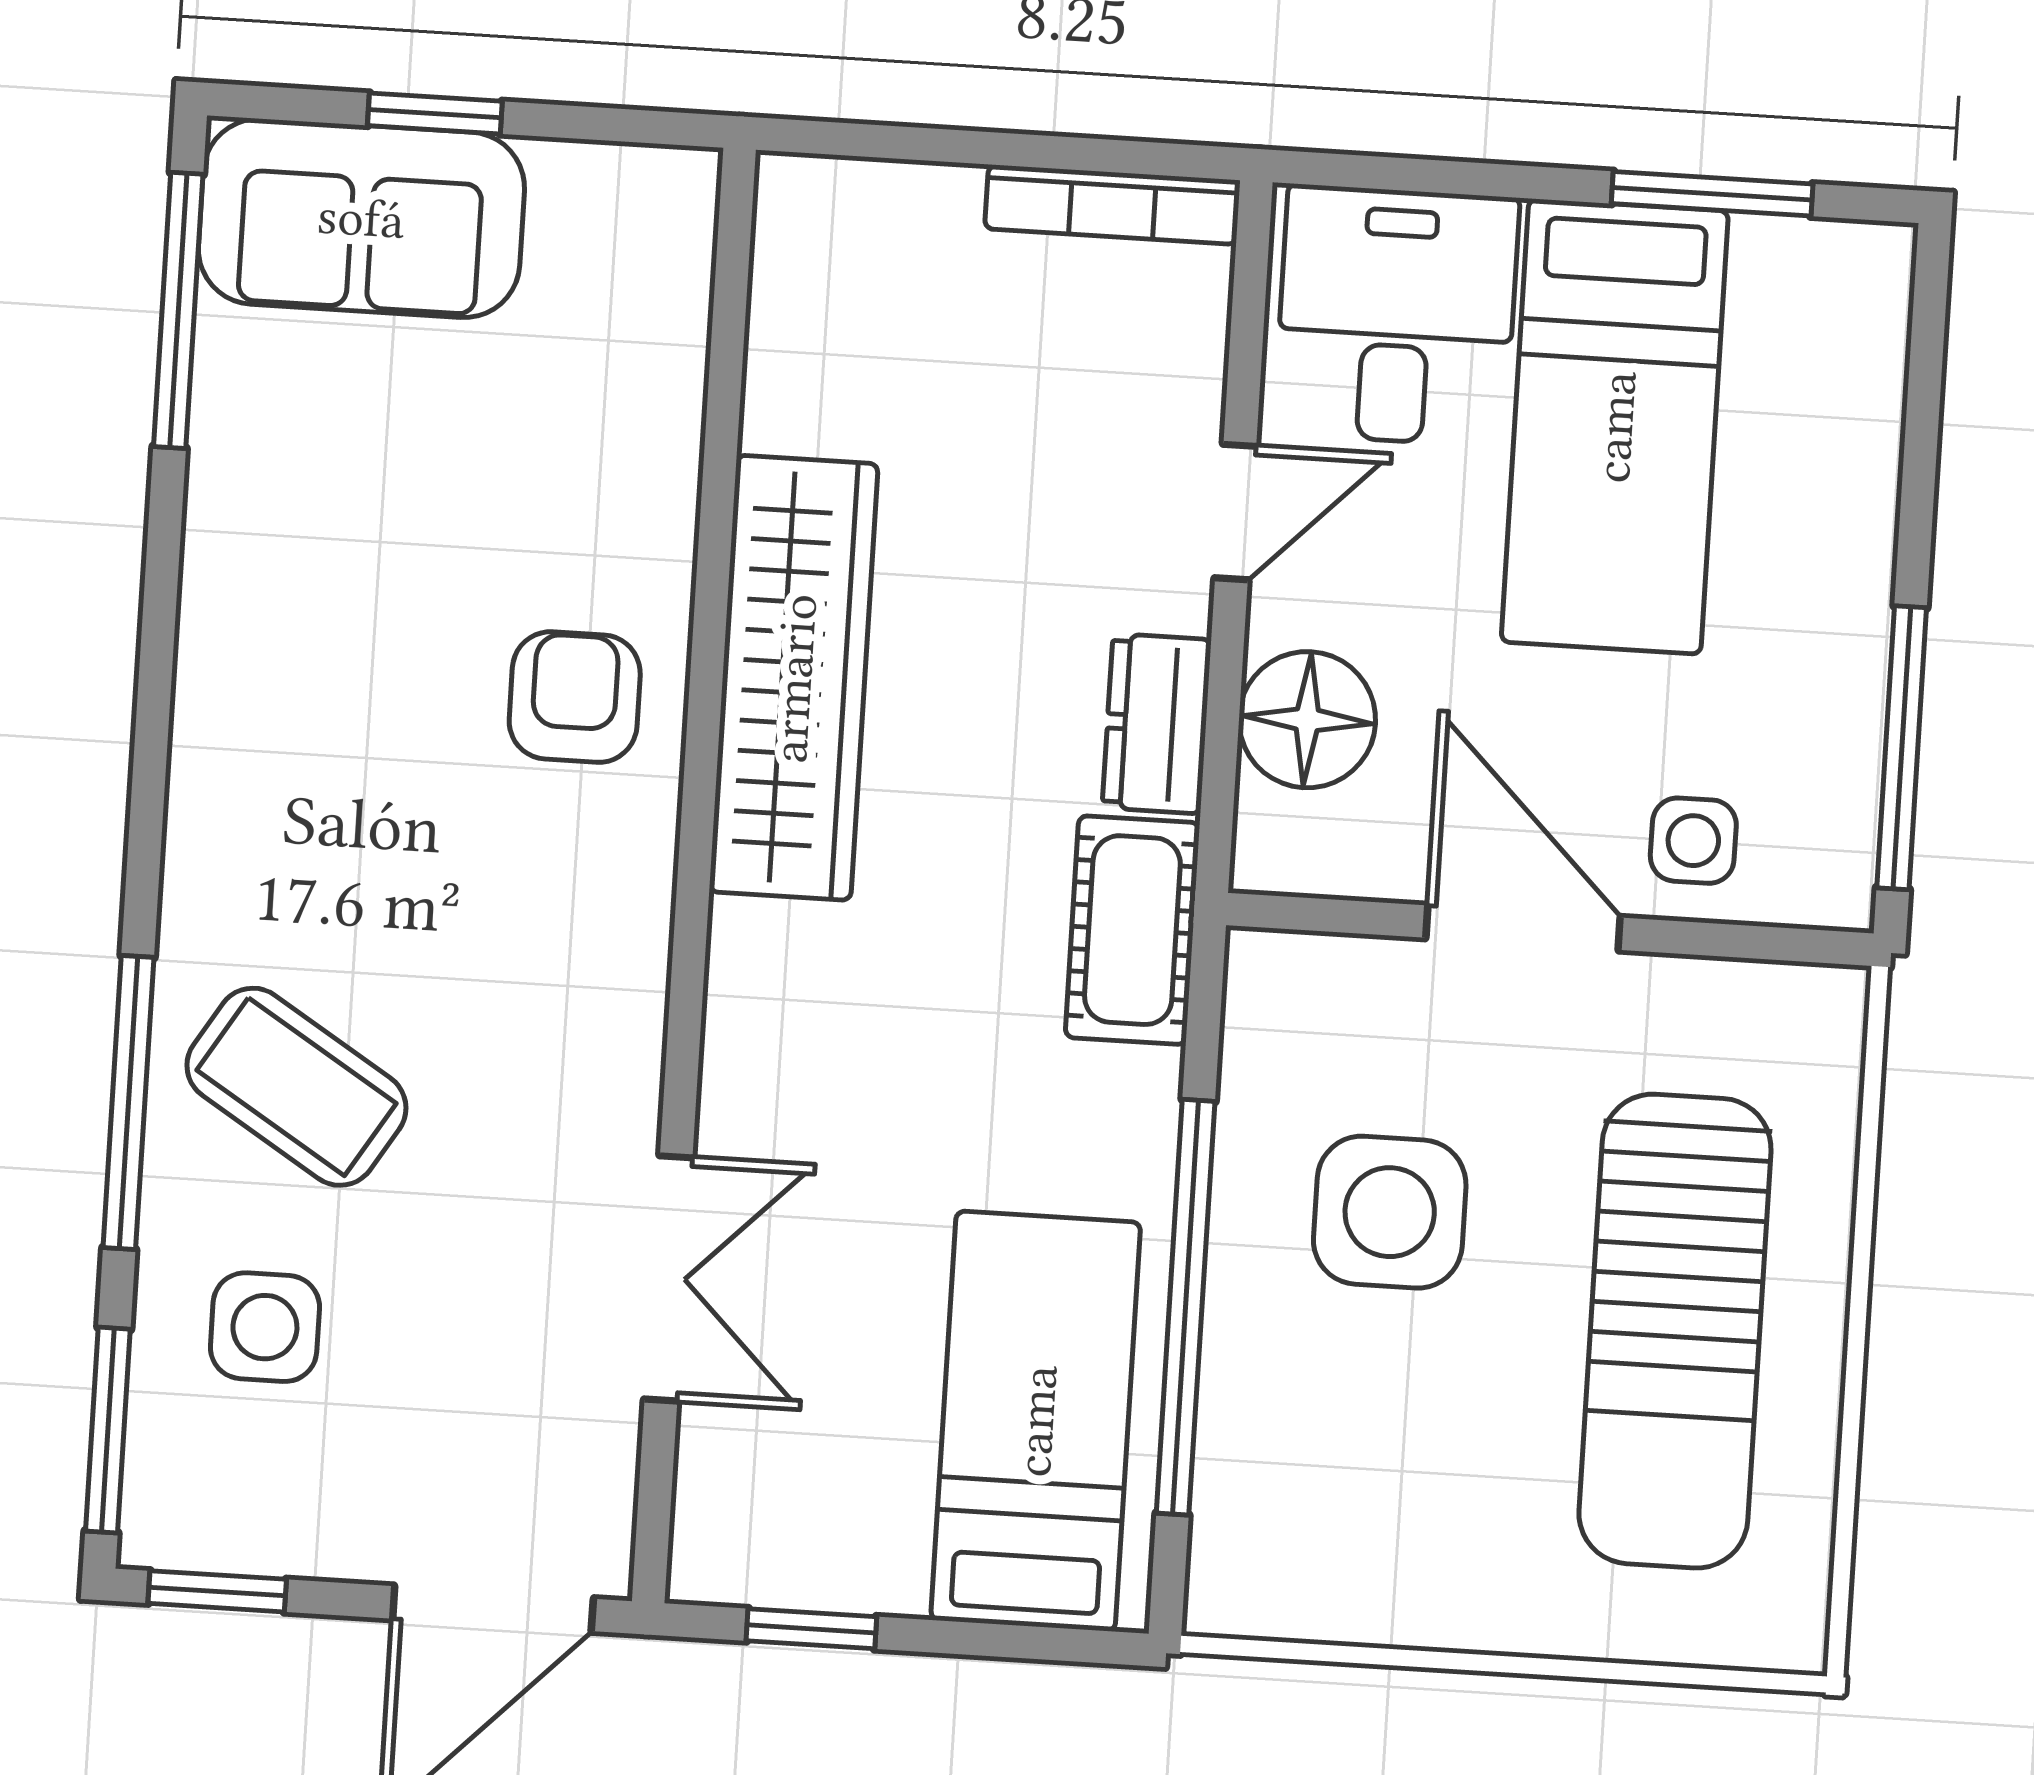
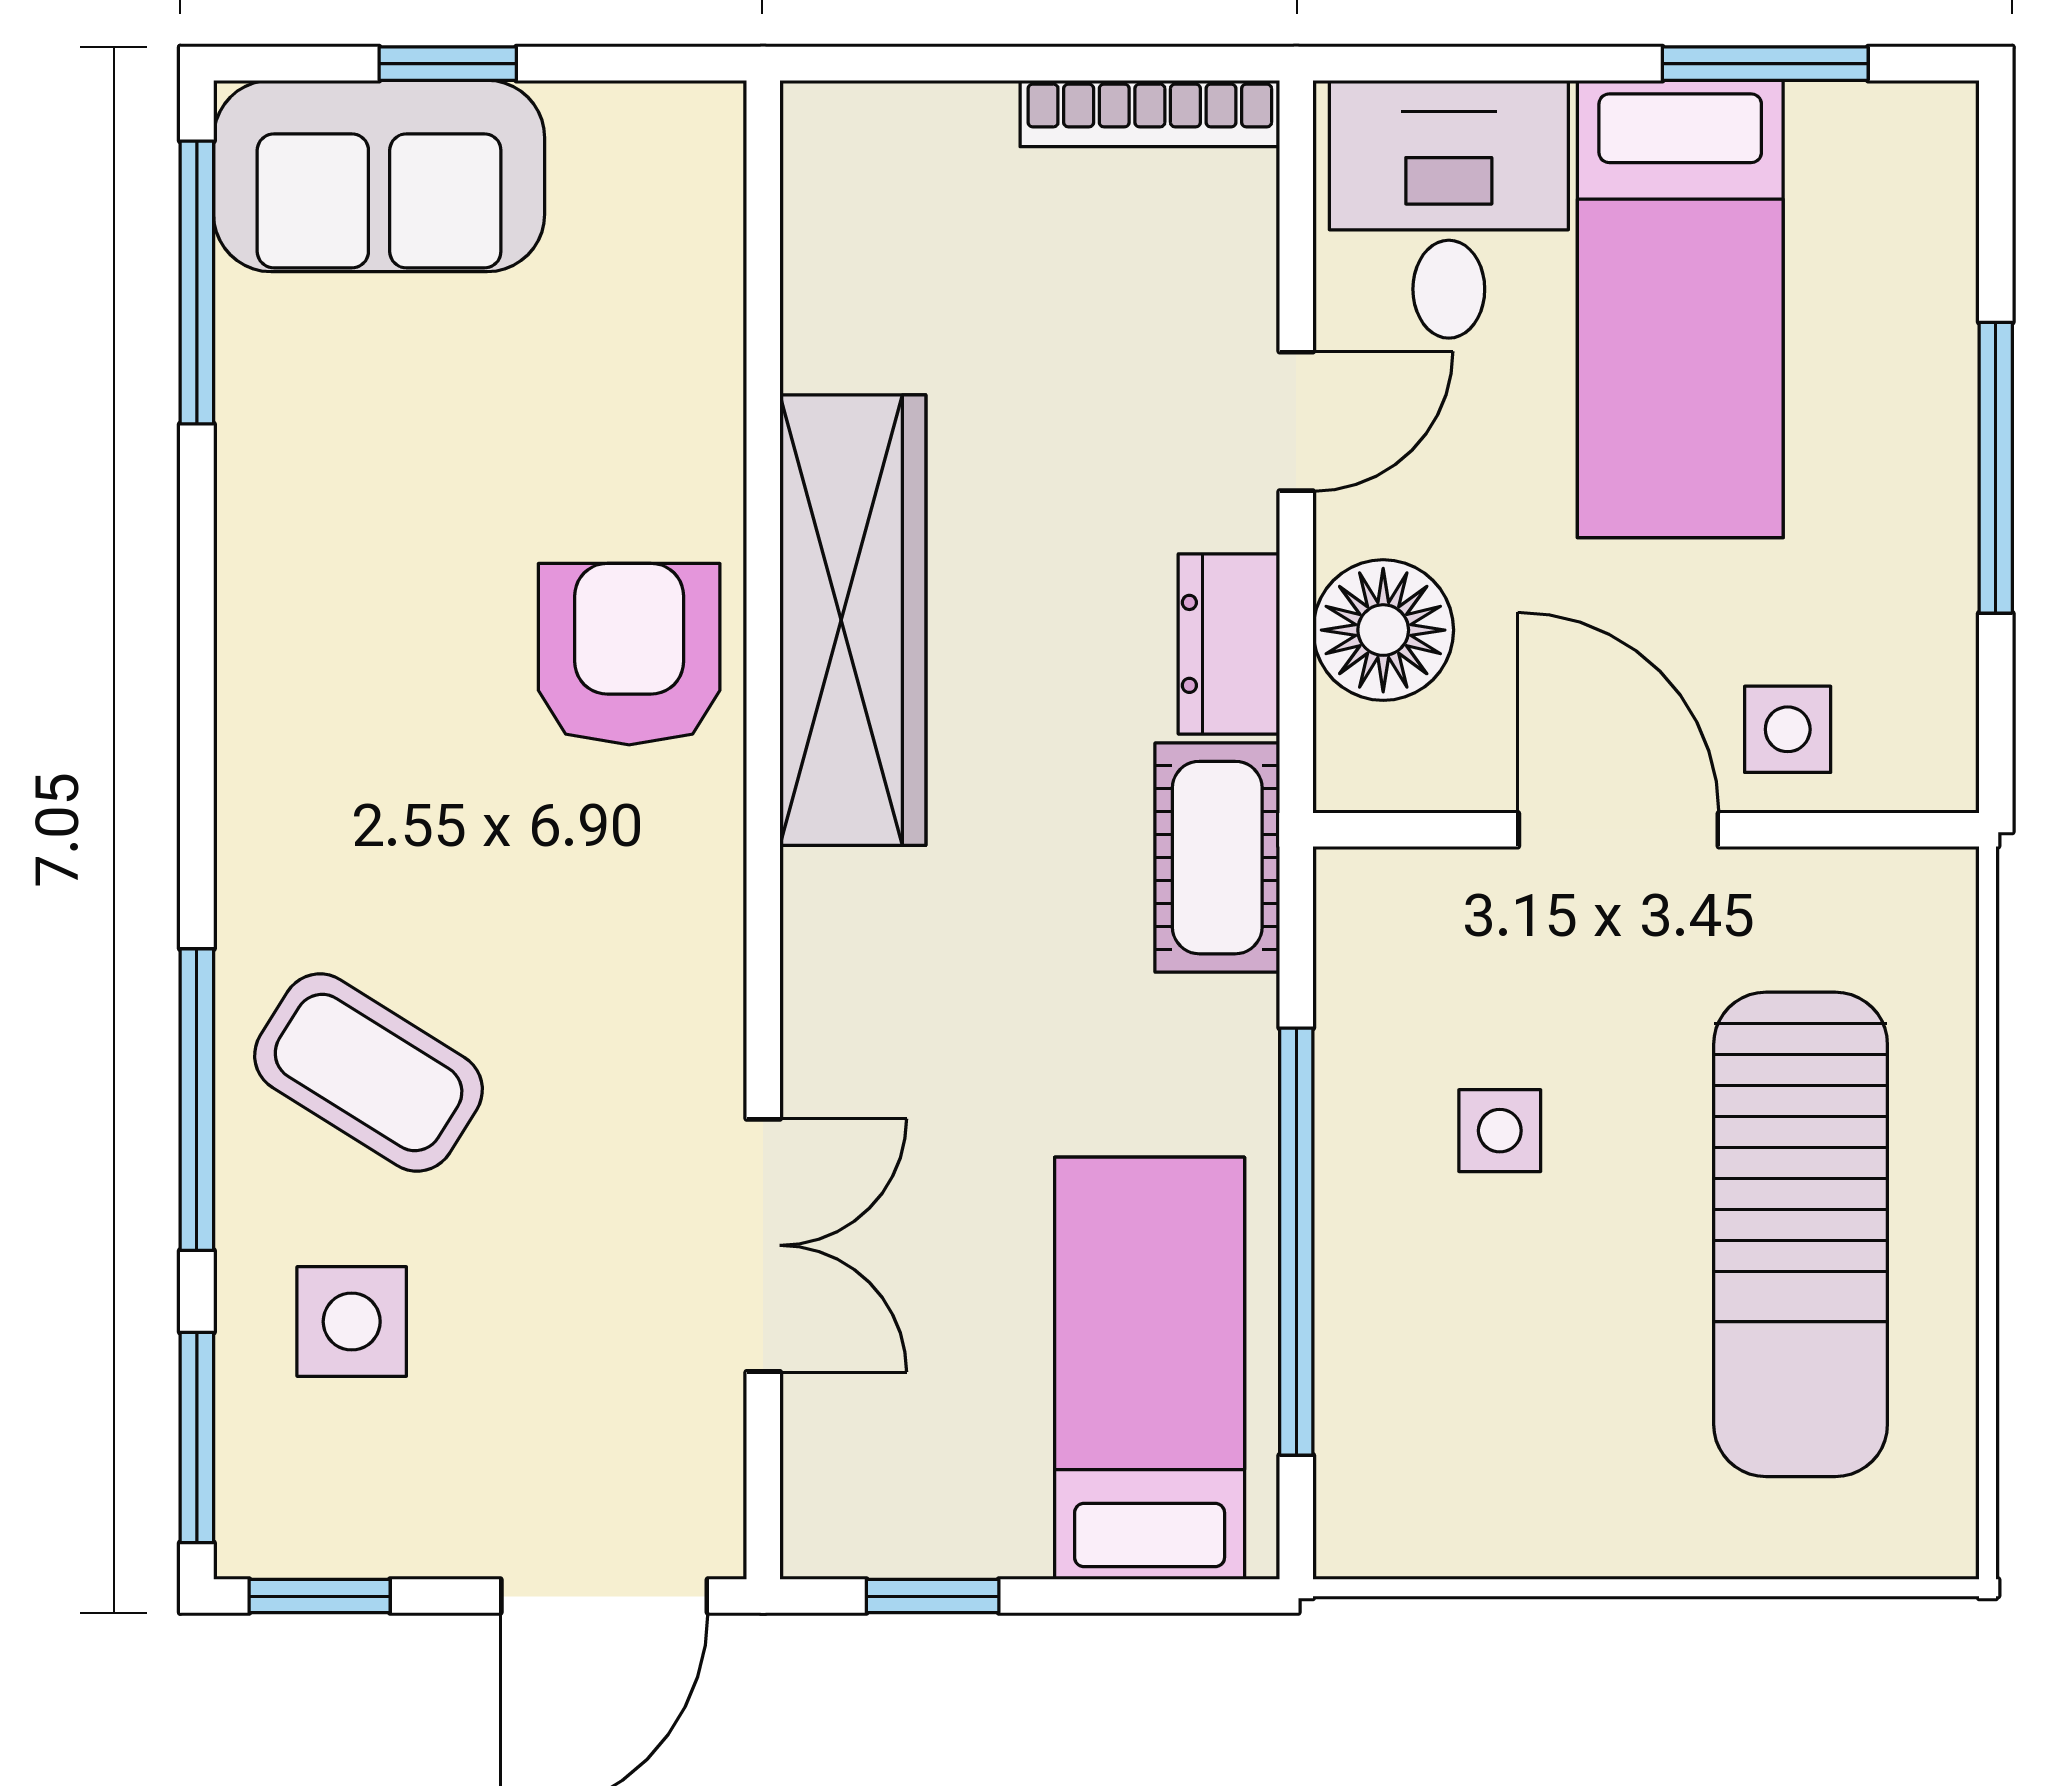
armchair: (575, 697) -> (629, 654), width x1.38, depth x1.38
window: (1902, 748) -> (1996, 468), moved
side table: (1390, 1212) -> (1500, 1131), width x0.54, depth x0.54

